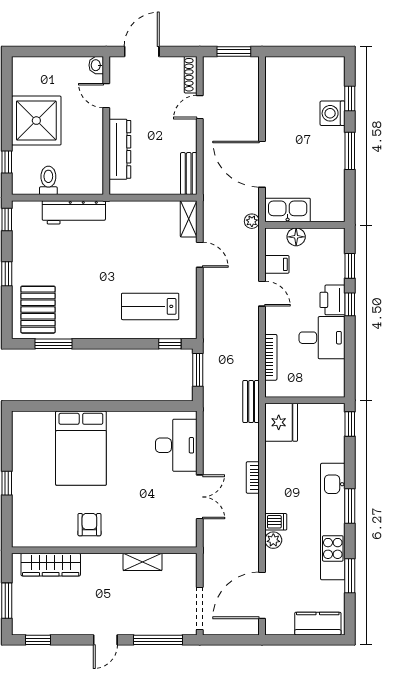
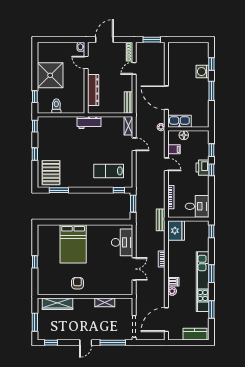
workbench: (74, 212) -> (89, 123), moved, width x0.73
desk: (322, 338) -> (197, 206), moved

